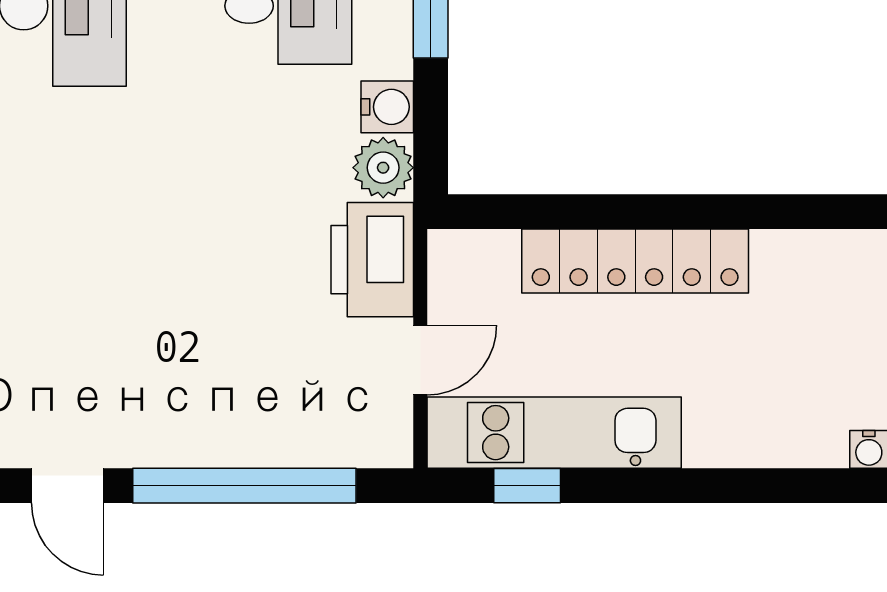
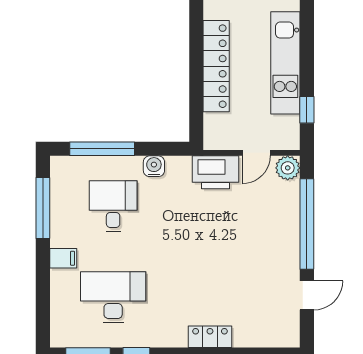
plant: (383, 168) -> (288, 168), moved
door: (420, 360) -> (256, 153), swing flipped
kitchen unit: (554, 433) -> (285, 63), moved

